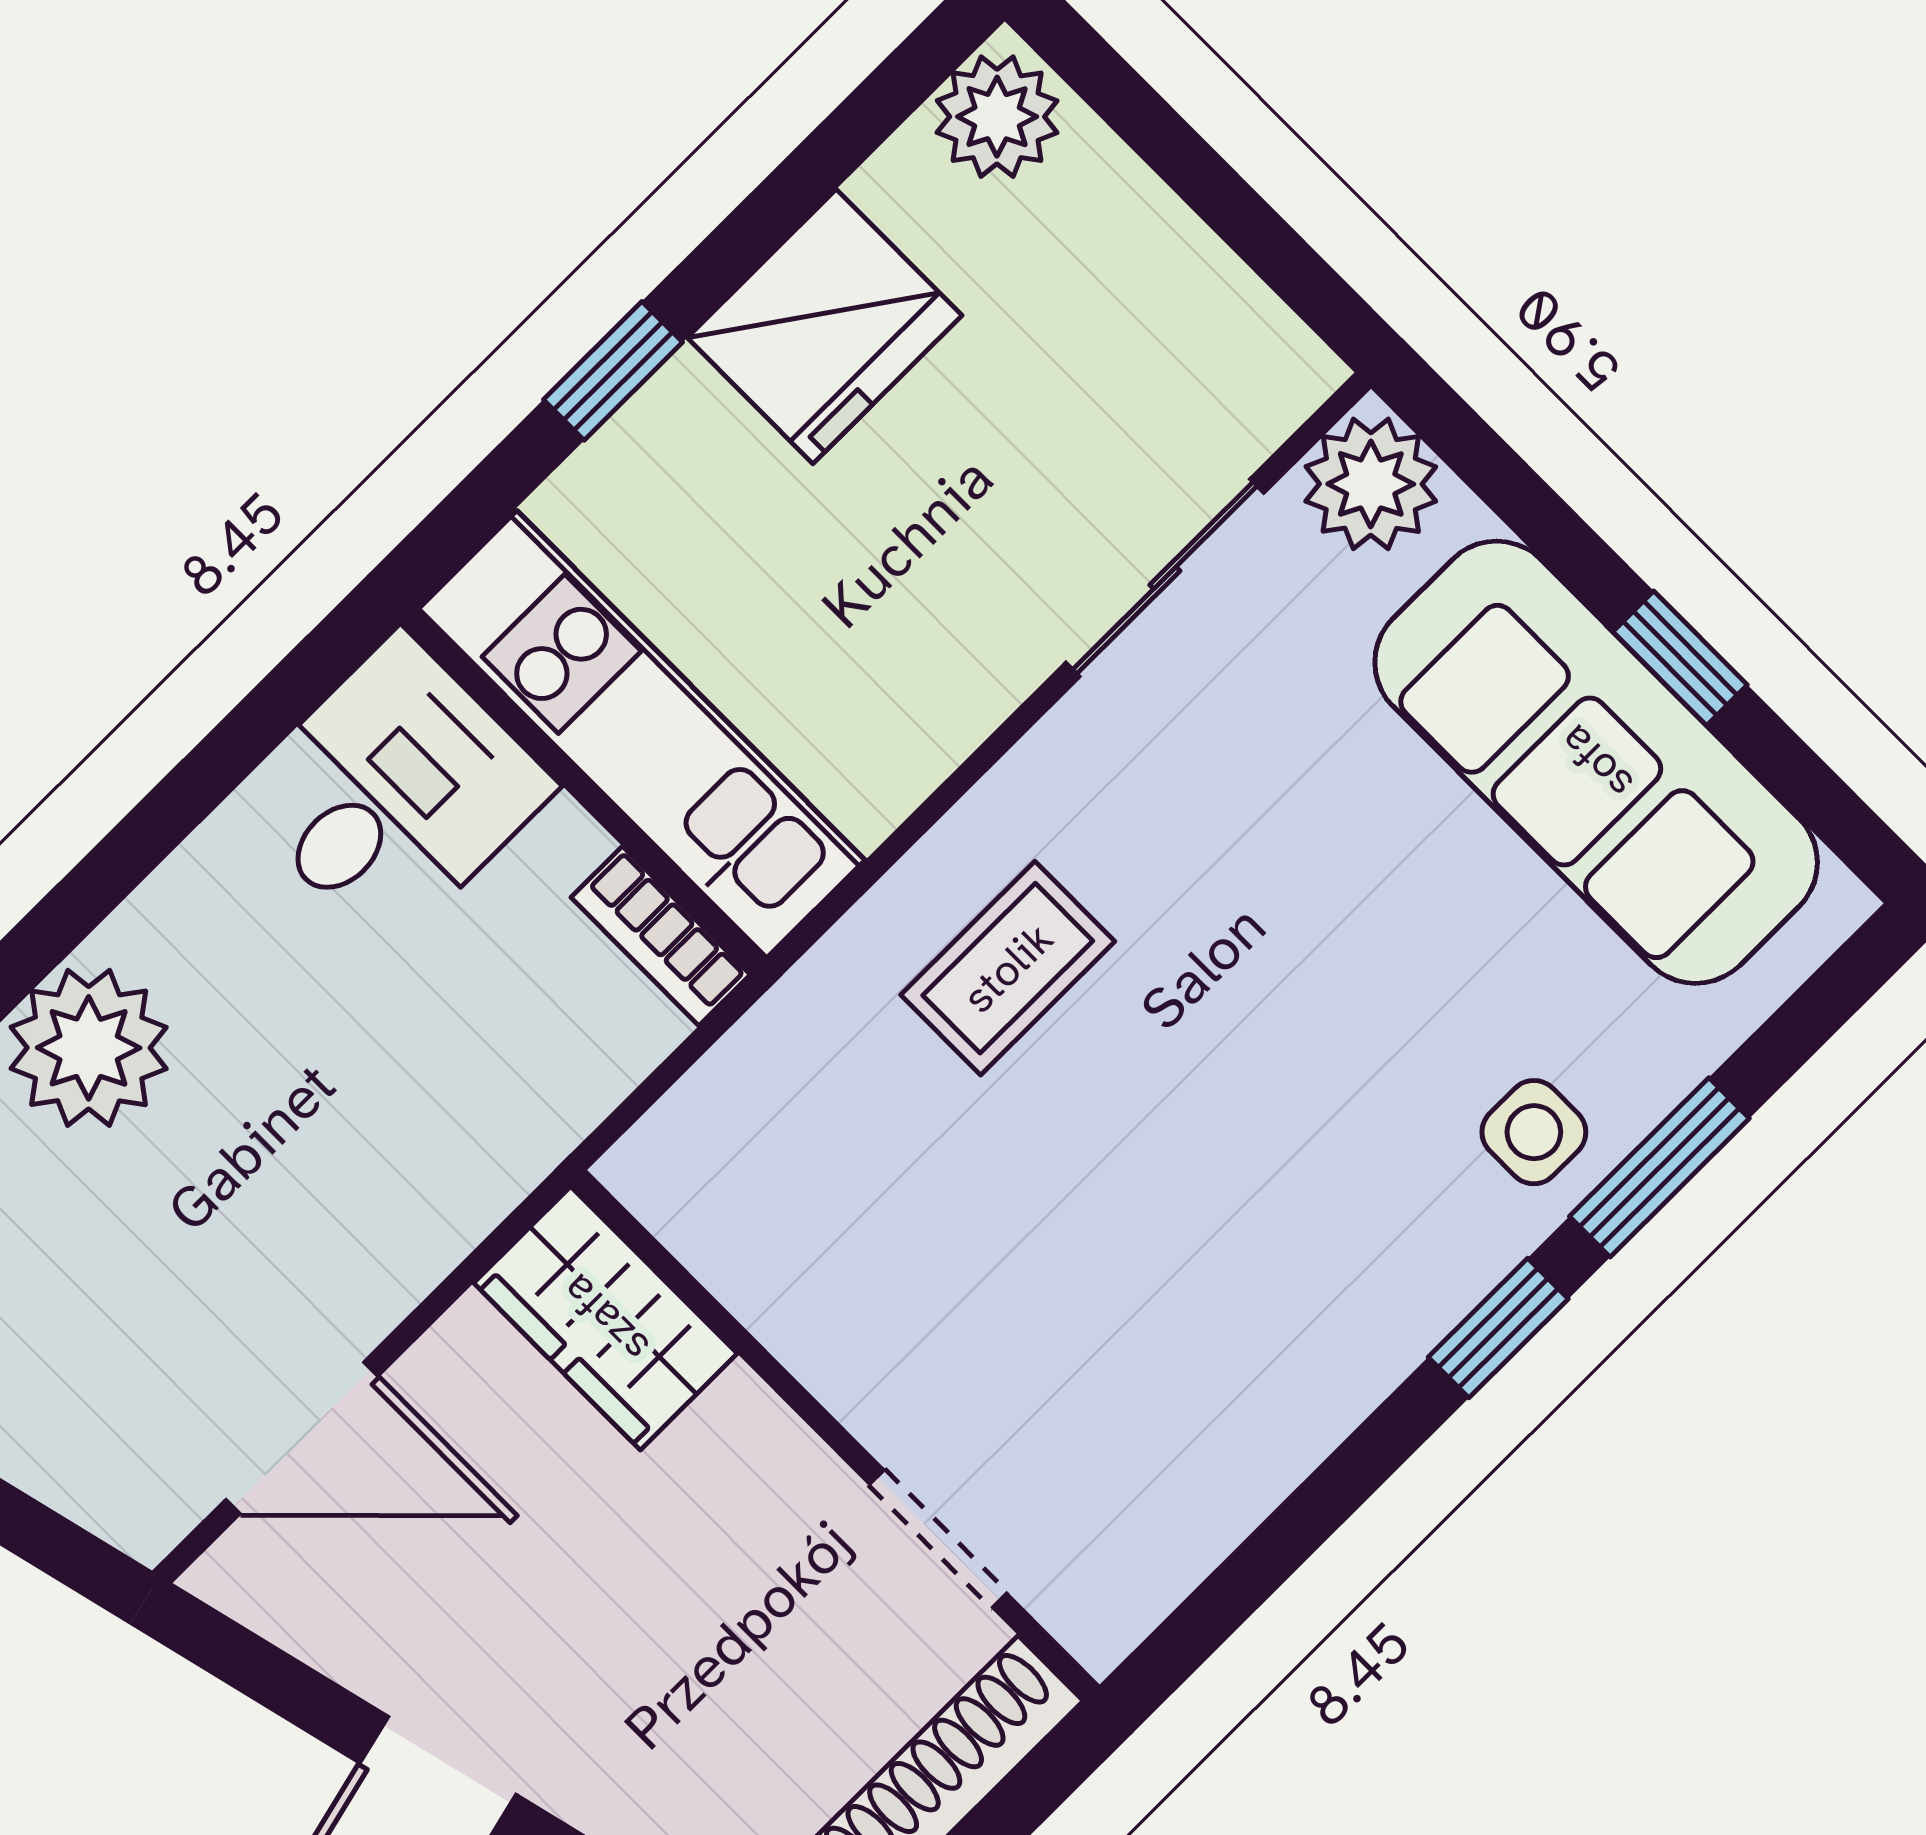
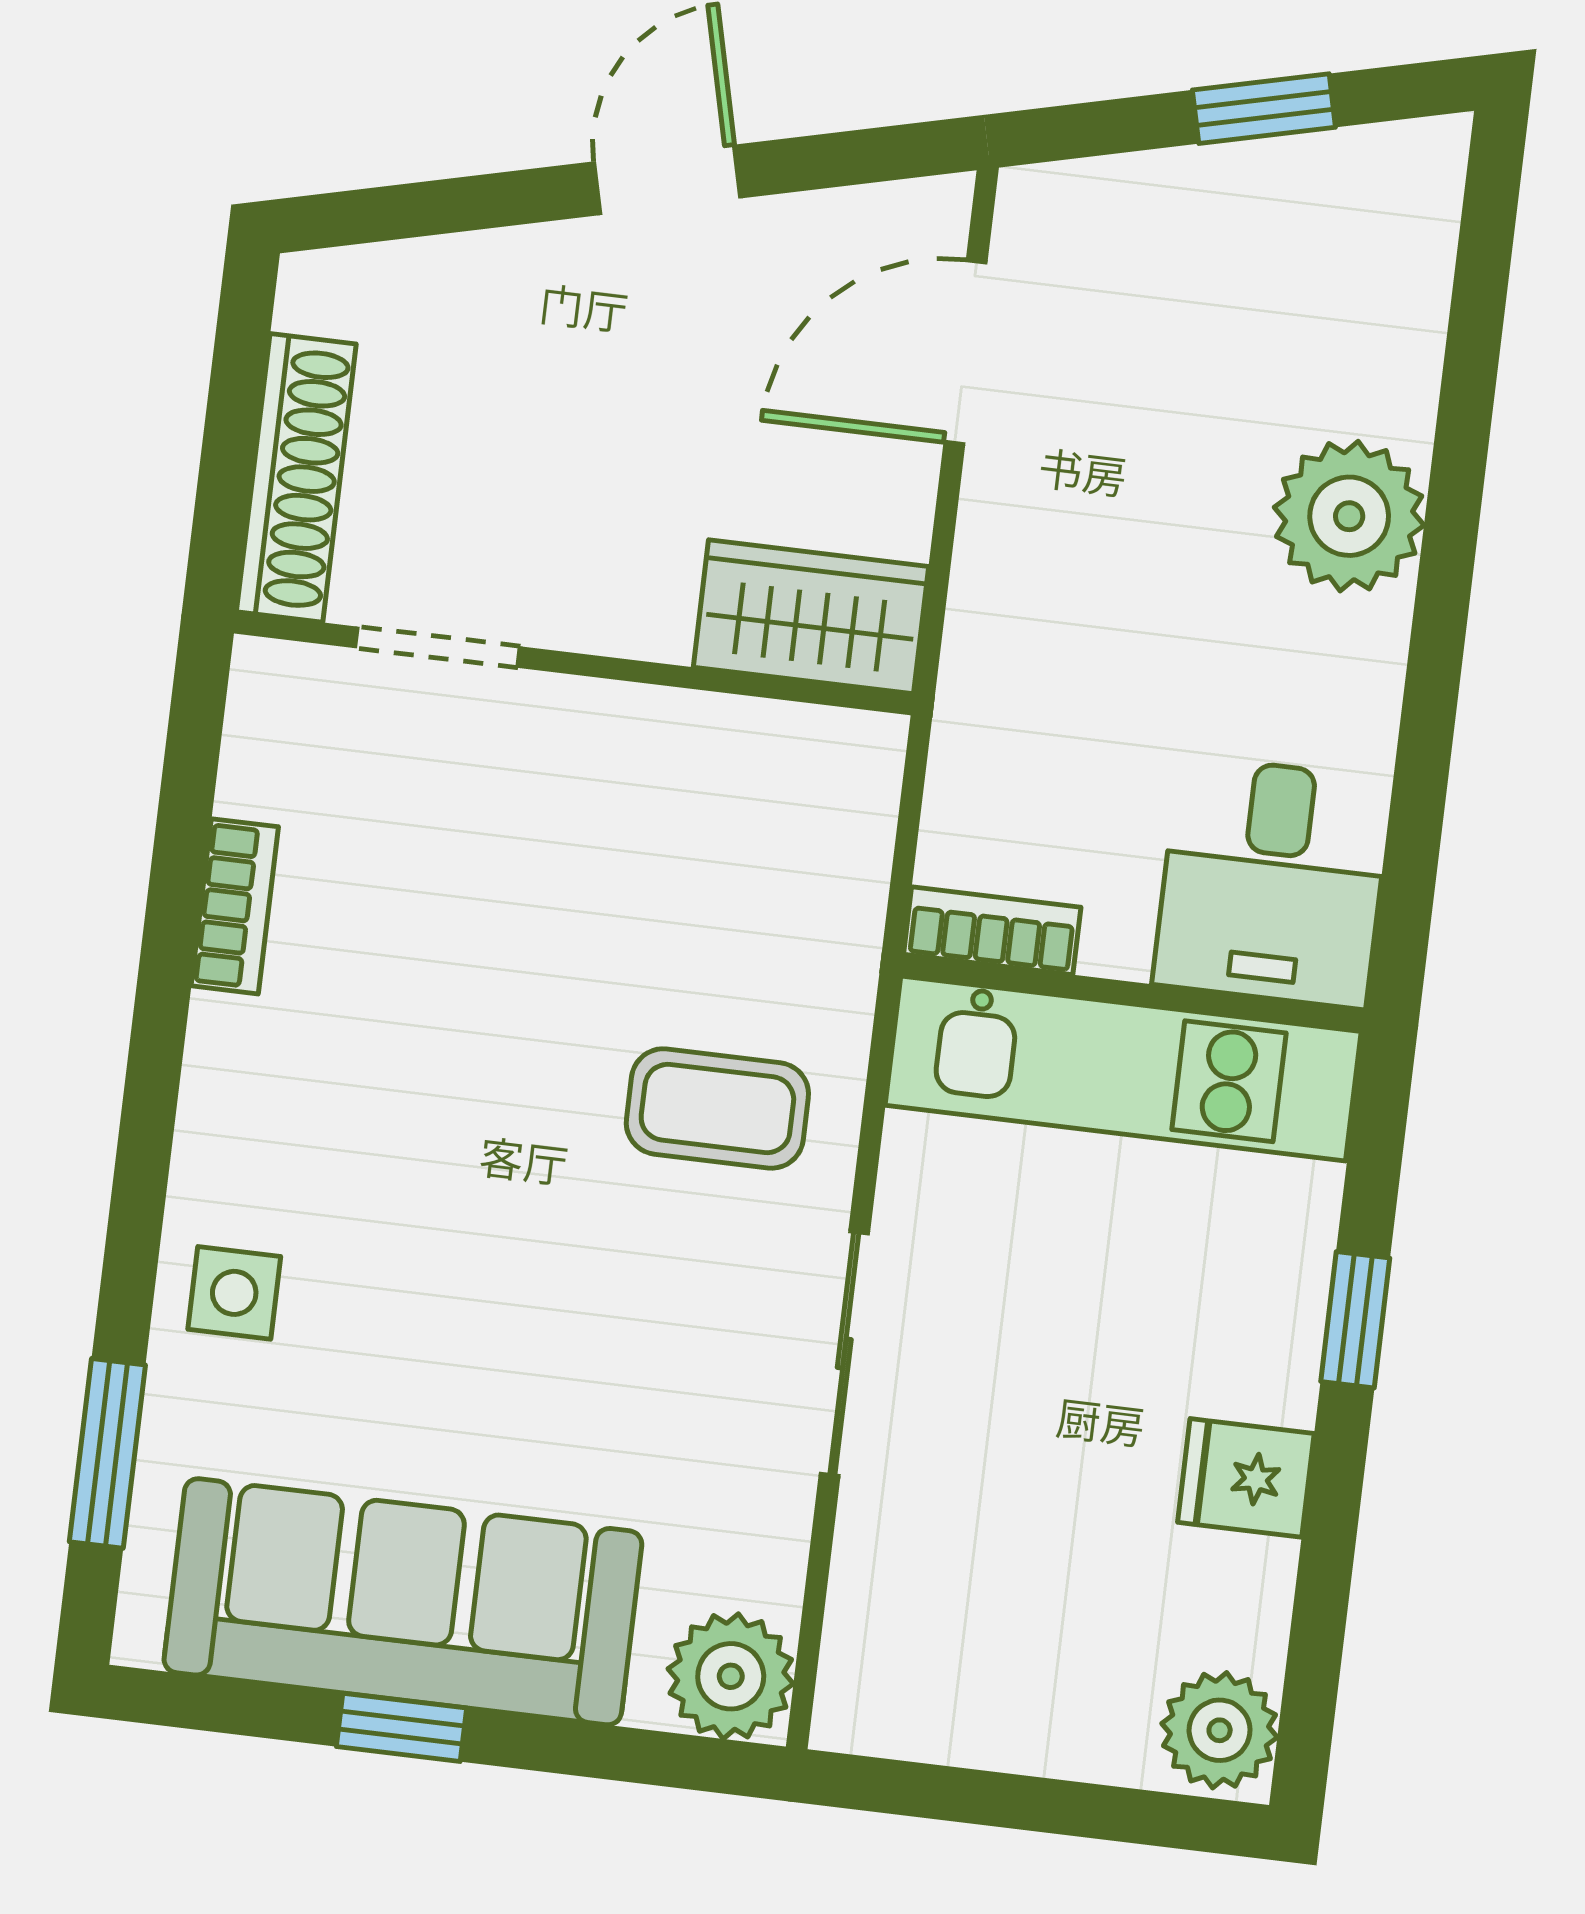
fridge: (825, 327) -> (1246, 1478), width x0.53, depth x0.75
sliding door: (1165, 578) -> (844, 1354), moved
coffee table: (1008, 968) -> (717, 1108), turned 90
window: (1659, 1167) -> (107, 1453), moved
window: (1498, 1328) -> (147, 1128), removed
bookcase: (1279, 1455) -> (235, 906), added

